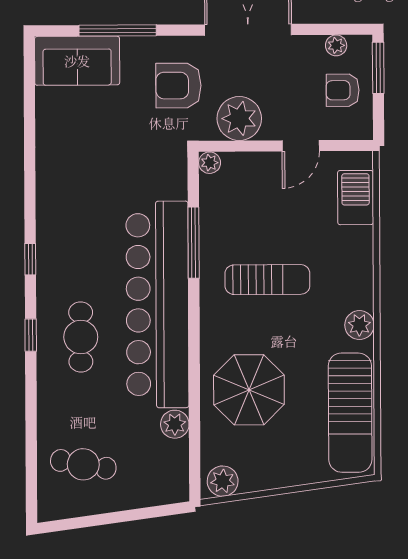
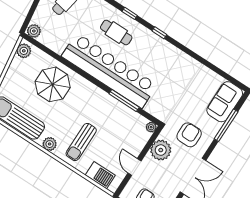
sun lounger: (267, 280) -> (81, 142), moved
plant: (175, 424) -> (34, 31), moved

